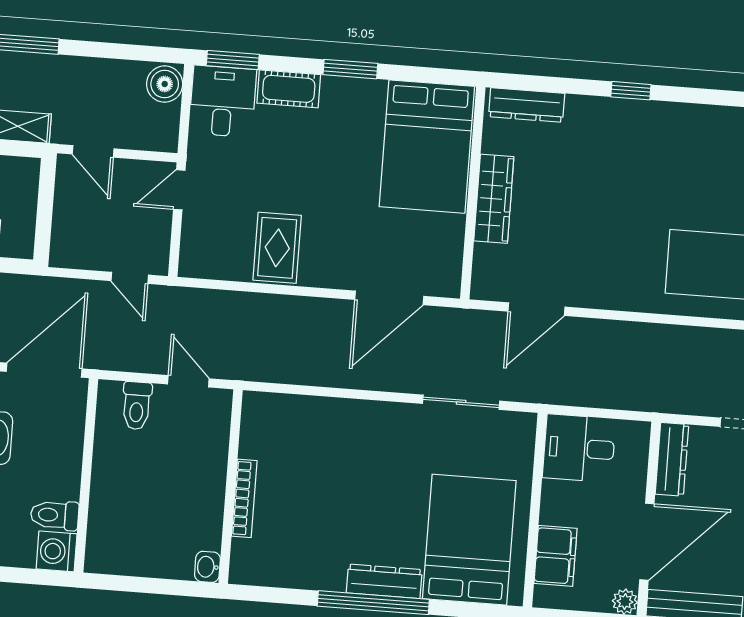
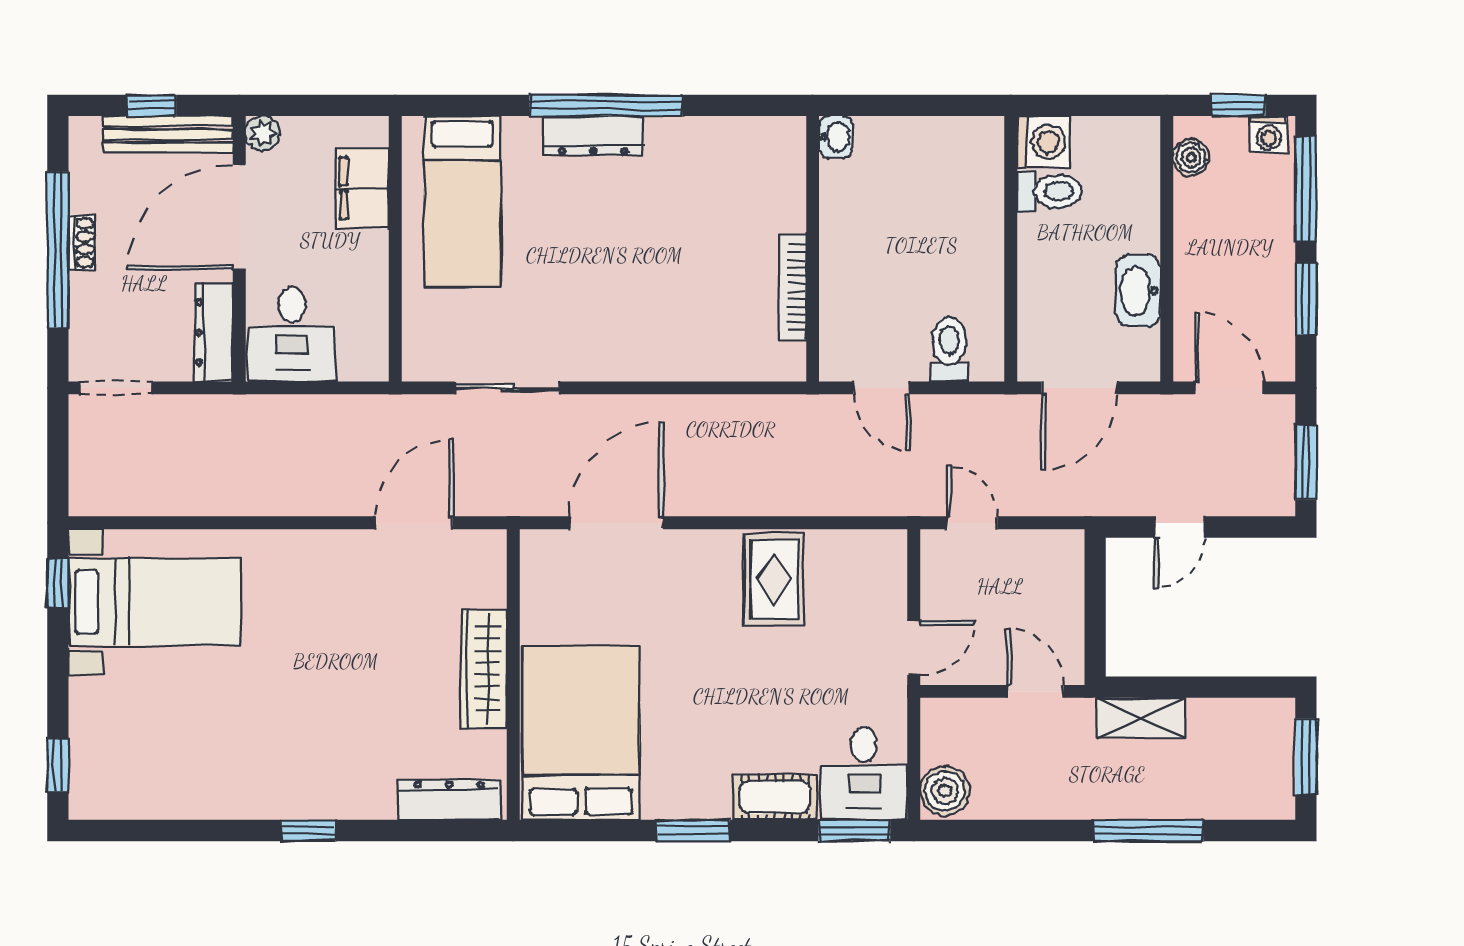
door: (44, 370) -> (1079, 388), width x0.73
desk: (579, 448) -> (292, 334), moved, turned 90
bookcase: (244, 498) -> (793, 287), moved
bed: (469, 540) -> (462, 201), width x0.67

